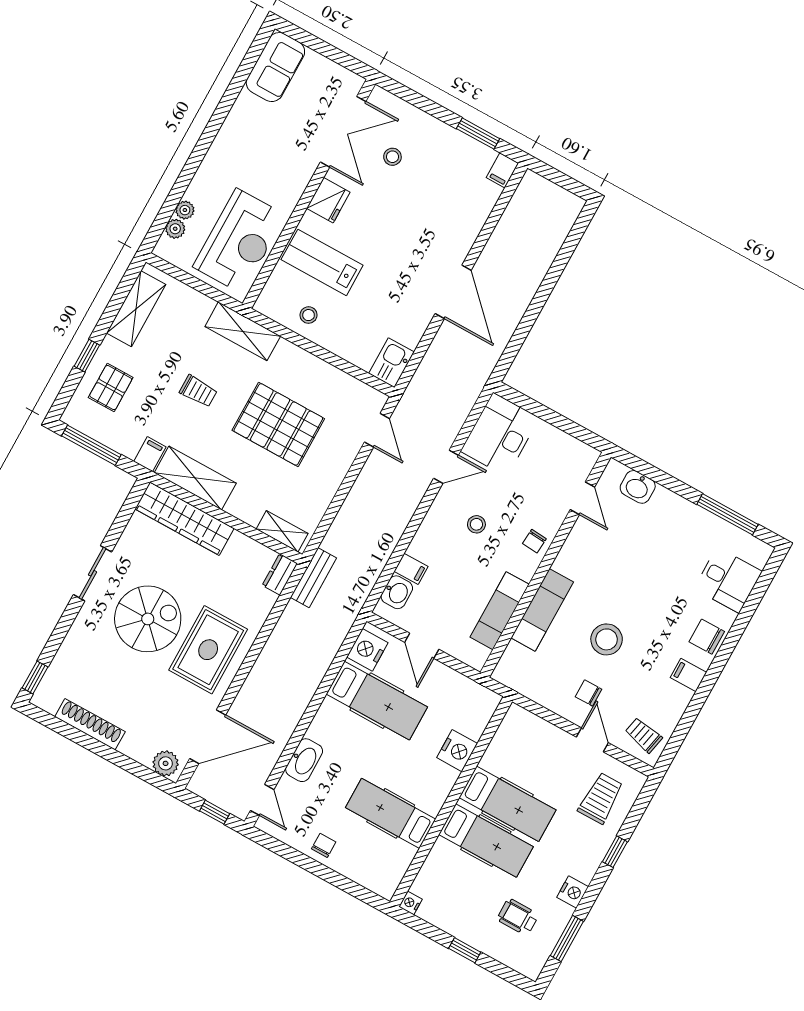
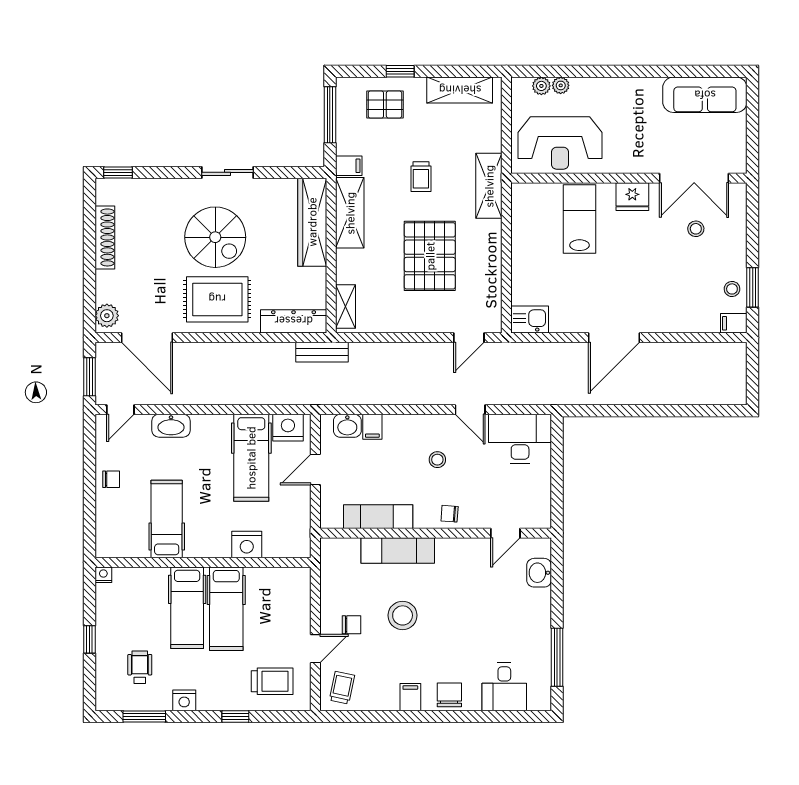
sofa: (275, 67) -> (705, 95), width x1.36
stool: (309, 315) -> (732, 289), moved
dresser: (280, 574) -> (294, 321), width x1.96, depth x1.24
chair: (589, 693) -> (351, 625), turned 90
window: (215, 812) -> (89, 377), width x1.50

